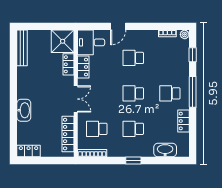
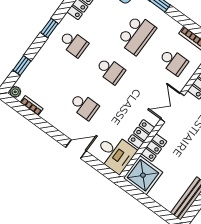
window: (193, 92) -> (49, 28), width x0.46
school desk: (133, 129) -> (137, 35), width x1.85

